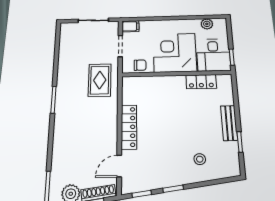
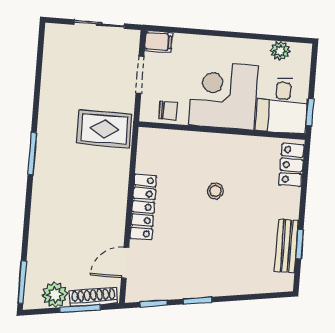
rug: (100, 80) -> (104, 129), turned 90
locker: (201, 82) -> (292, 165), moved, turned 90
bench: (229, 123) -> (286, 246), moved
stool: (200, 159) -> (215, 191), moved

